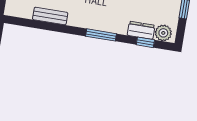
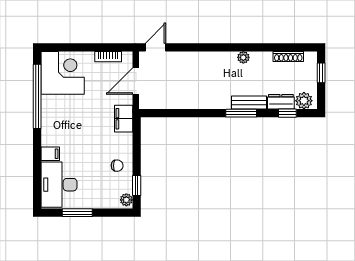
bench: (50, 16) -> (249, 103), moved

